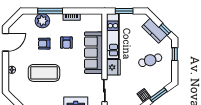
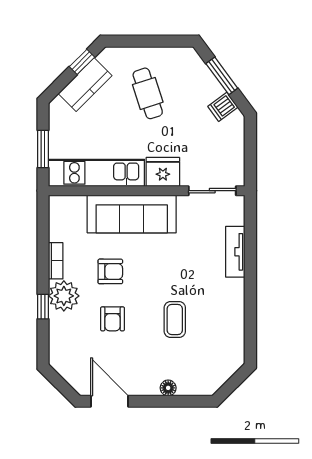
window: (50, 11) -> (43, 307), width x0.46
plant: (42, 21) -> (64, 296), moved
window: (175, 54) -> (135, 41), removed
coffee table: (44, 73) -> (175, 320), width x0.54, depth x0.58

